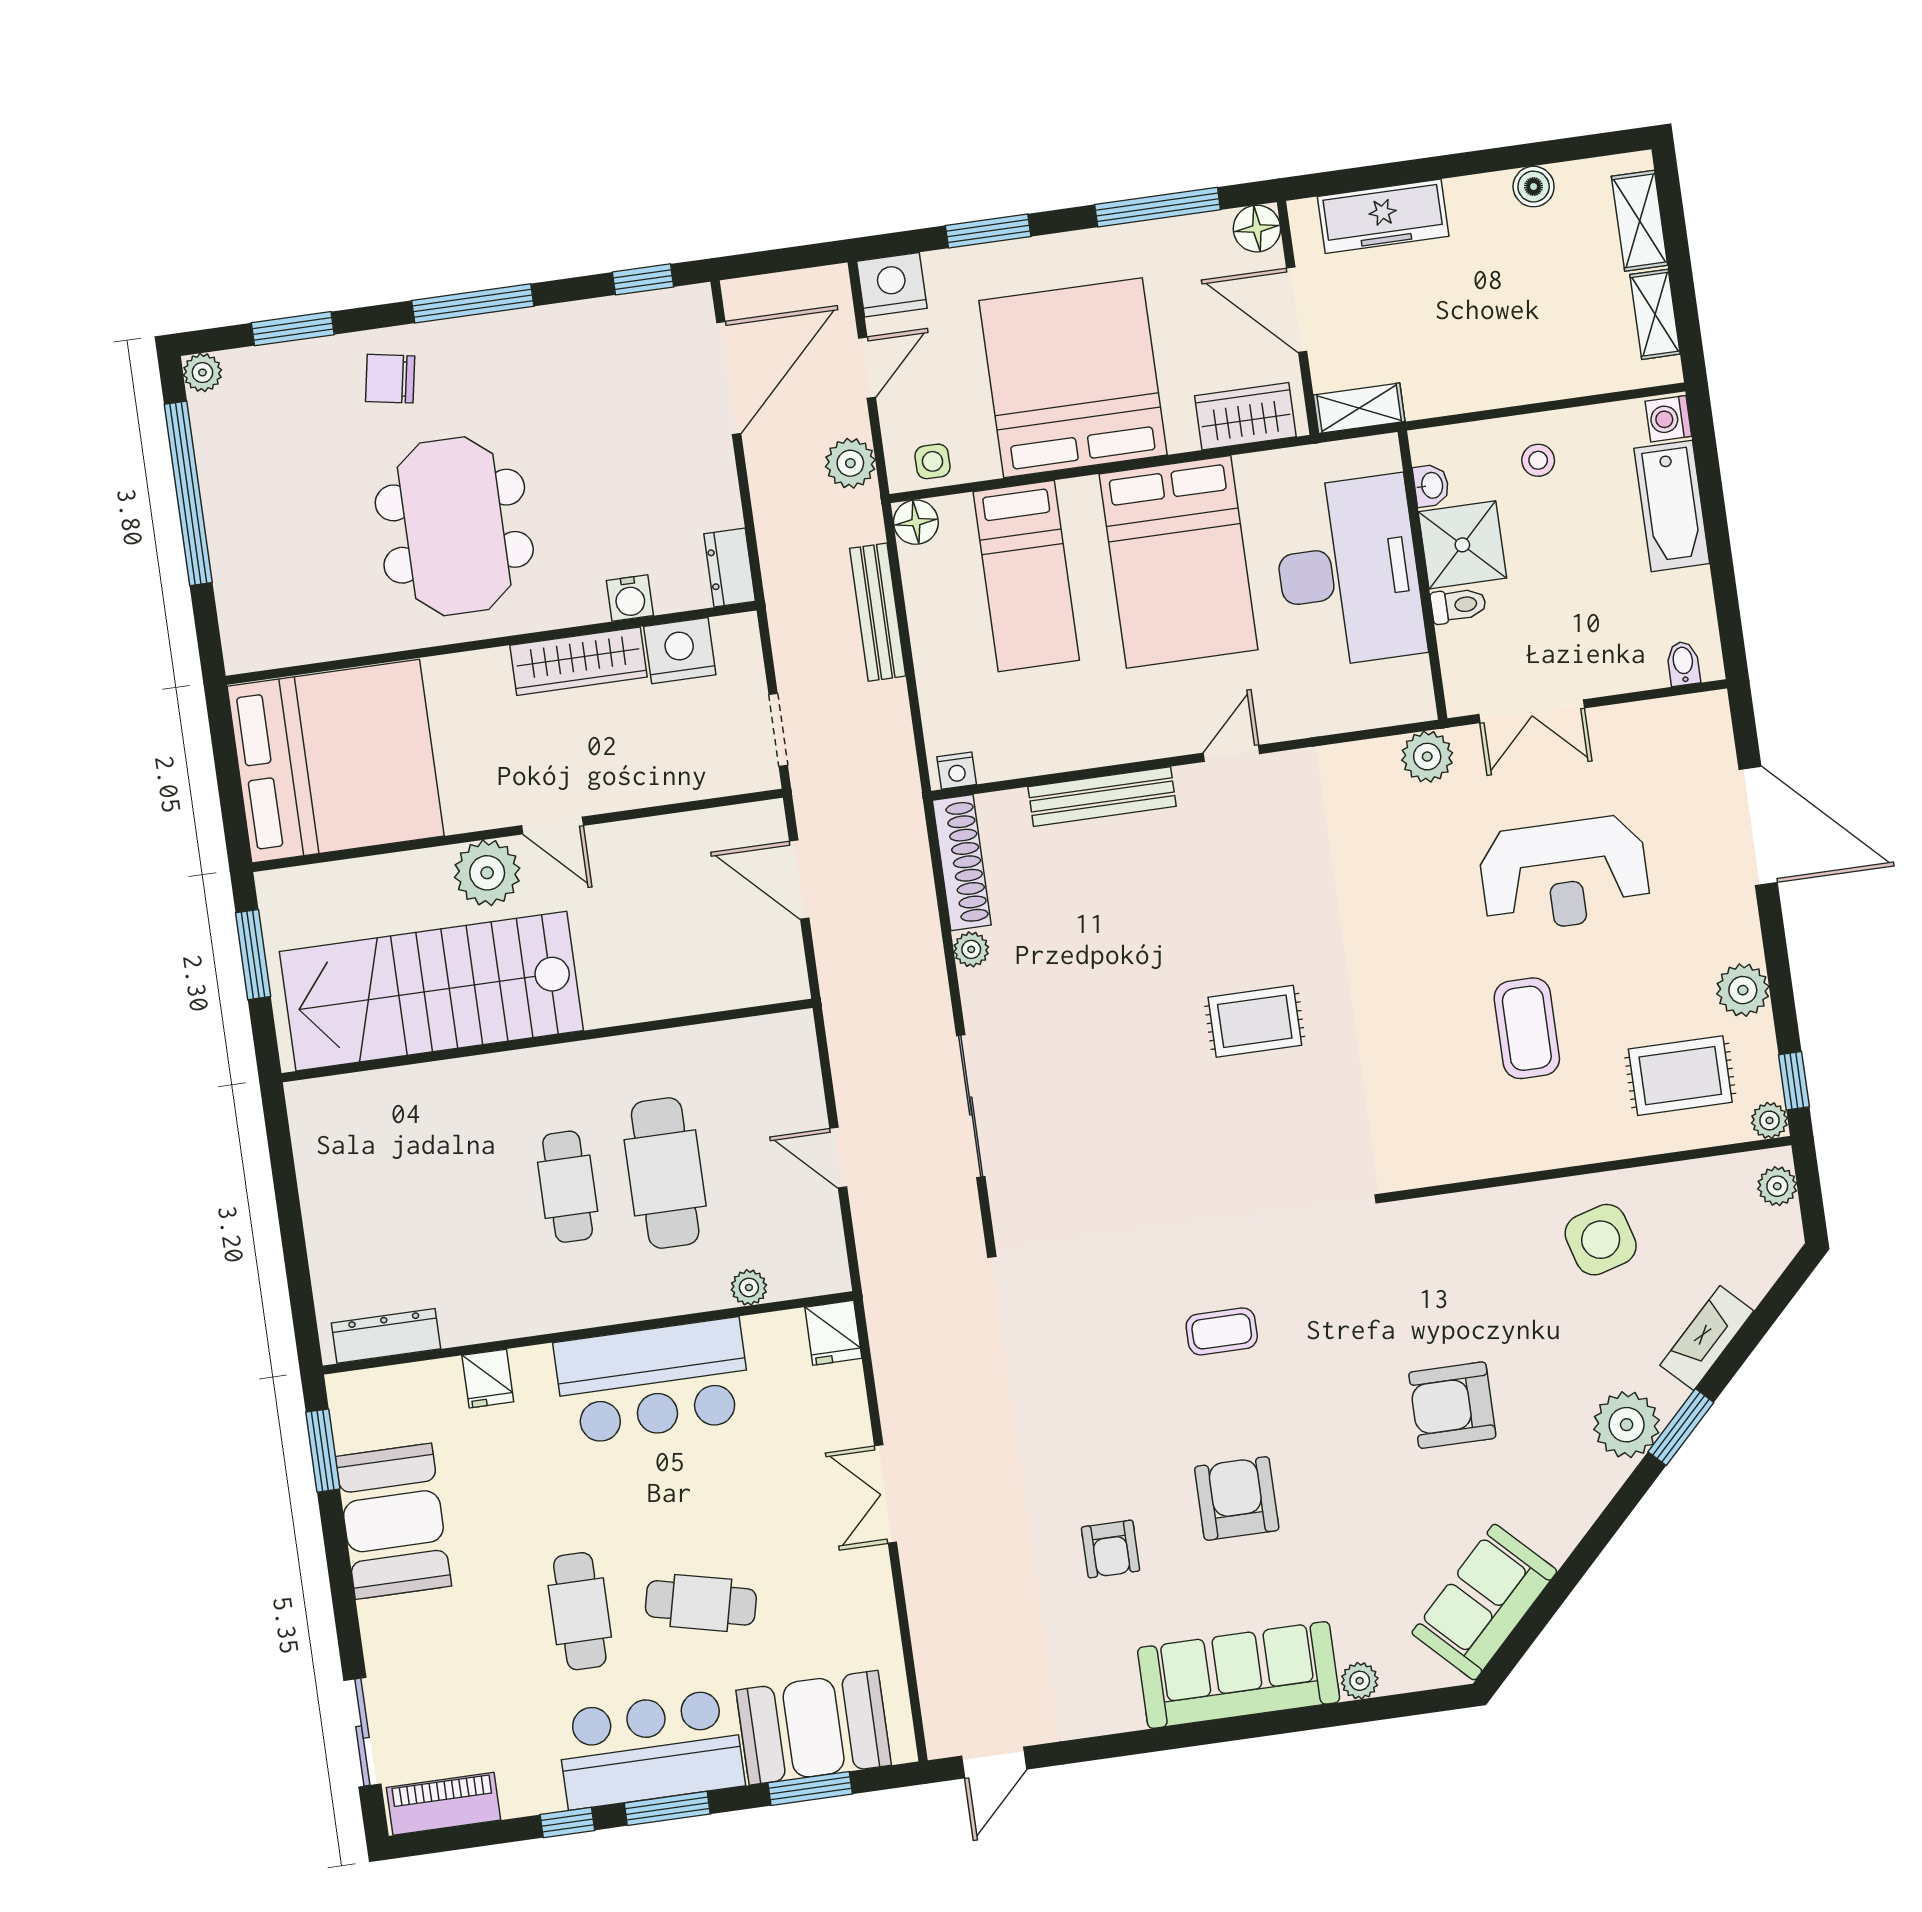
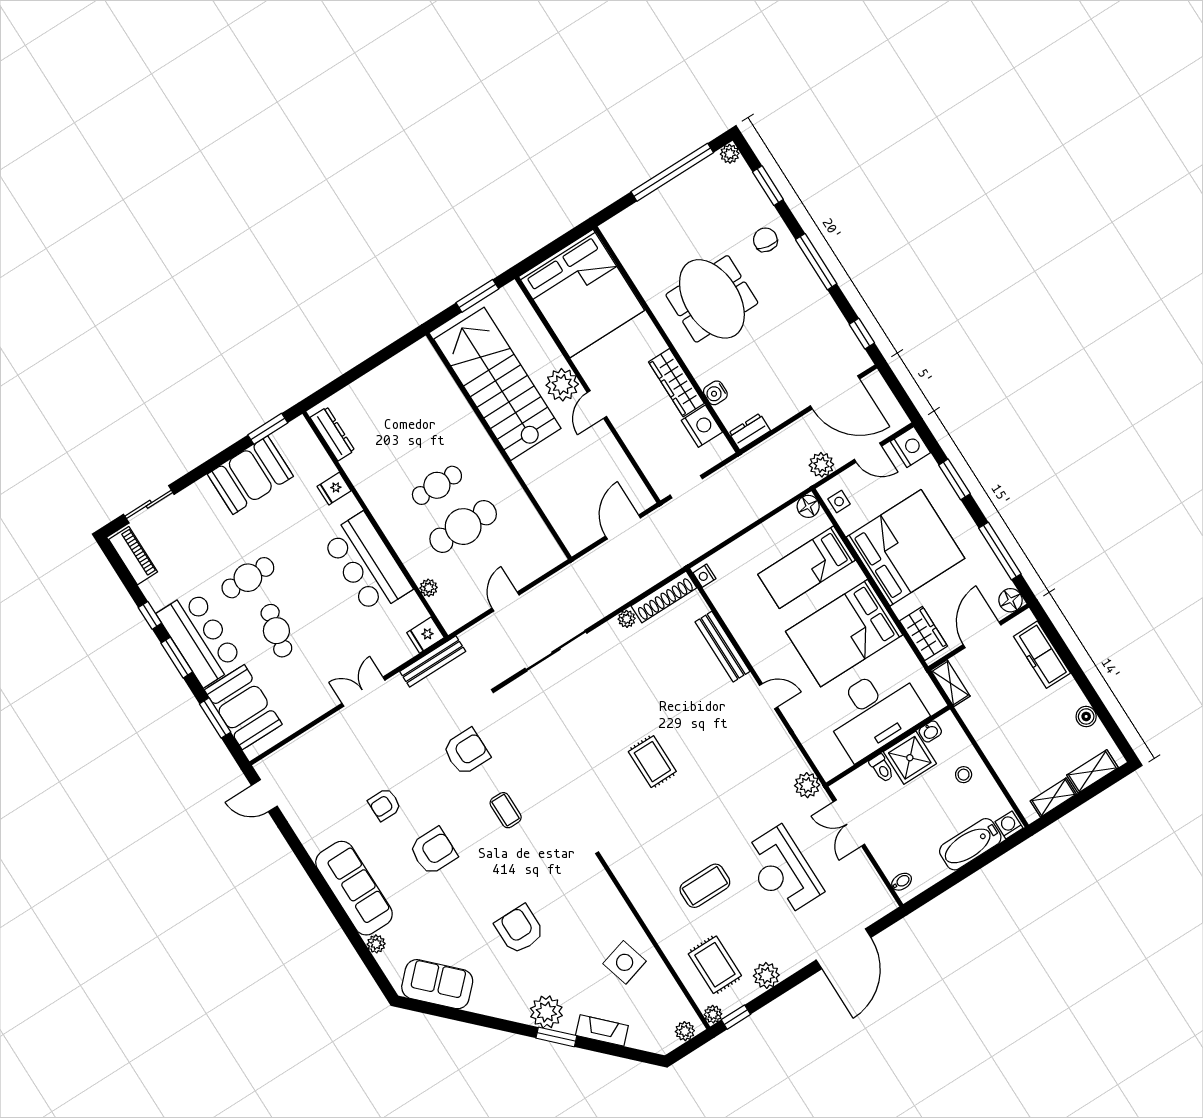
meeting table: (454, 526) -> (712, 299), turned 90
bench: (878, 612) -> (433, 661), moved
armchair: (1081, 1355) -> (466, 752), added

